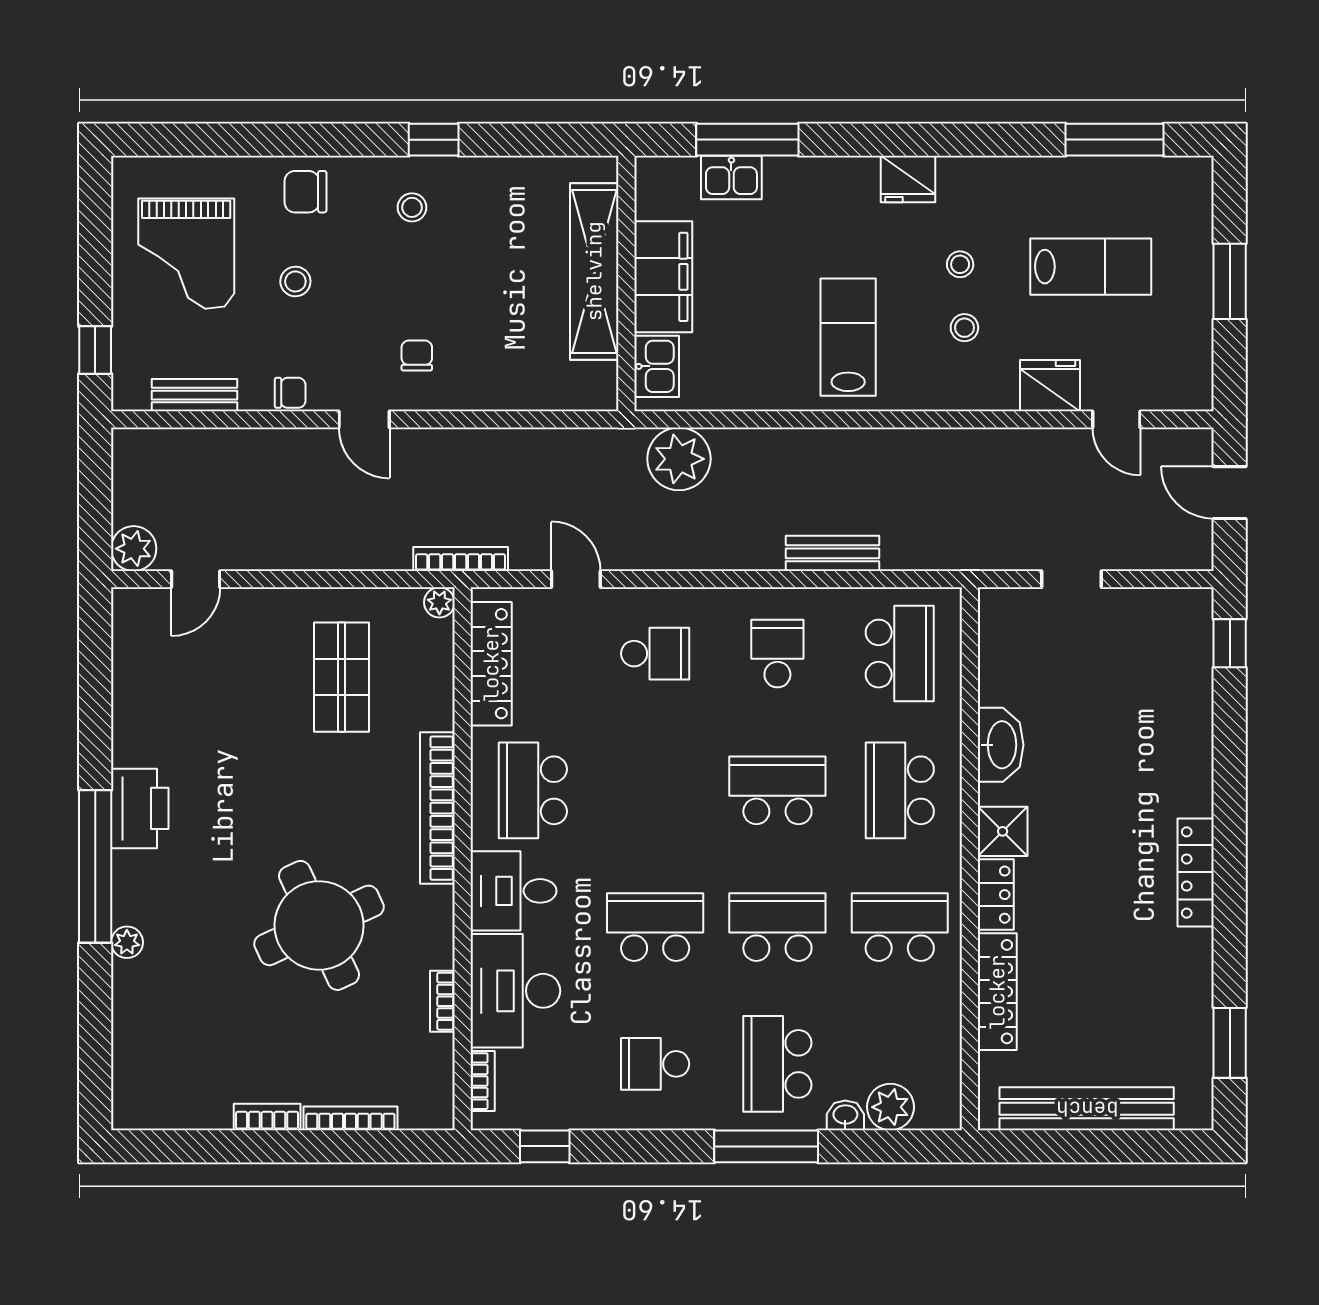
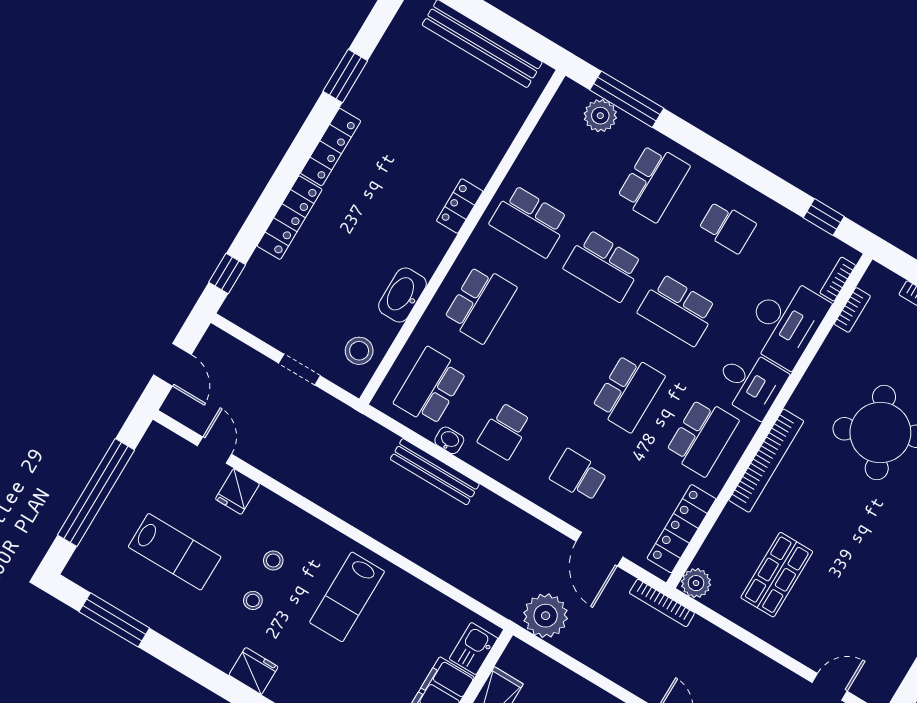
lab bench: (1091, 267) -> (175, 552), turned 180
window: (1230, 281) -> (96, 492), width x2.11
fridge: (1050, 386) -> (237, 491), width x0.72
plant: (679, 459) -> (546, 616), moved
bench: (833, 553) -> (435, 472), width x1.36
door: (576, 579) -> (599, 549), width x1.38
plant: (439, 602) -> (696, 583), width x1.38, depth x1.38
stool: (1013, 645) -> (359, 351), added
school desk: (777, 790) -> (628, 393), moved, turned -90
shower: (1003, 831) -> (433, 242), removed
locker: (997, 992) -> (290, 218), moved, turned 180
bookcase: (442, 1001) -> (852, 310), moved
window: (1230, 1043) -> (345, 76), moved
washbasin: (845, 1115) -> (449, 440), moved, turned 180
window: (766, 1146) -> (627, 99), moved

